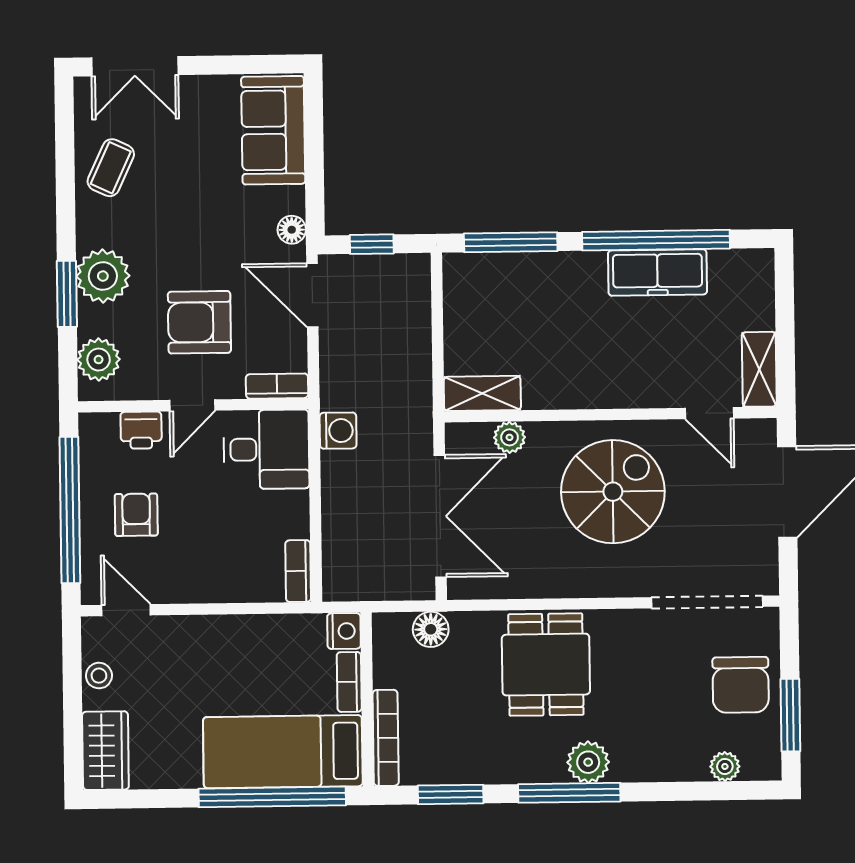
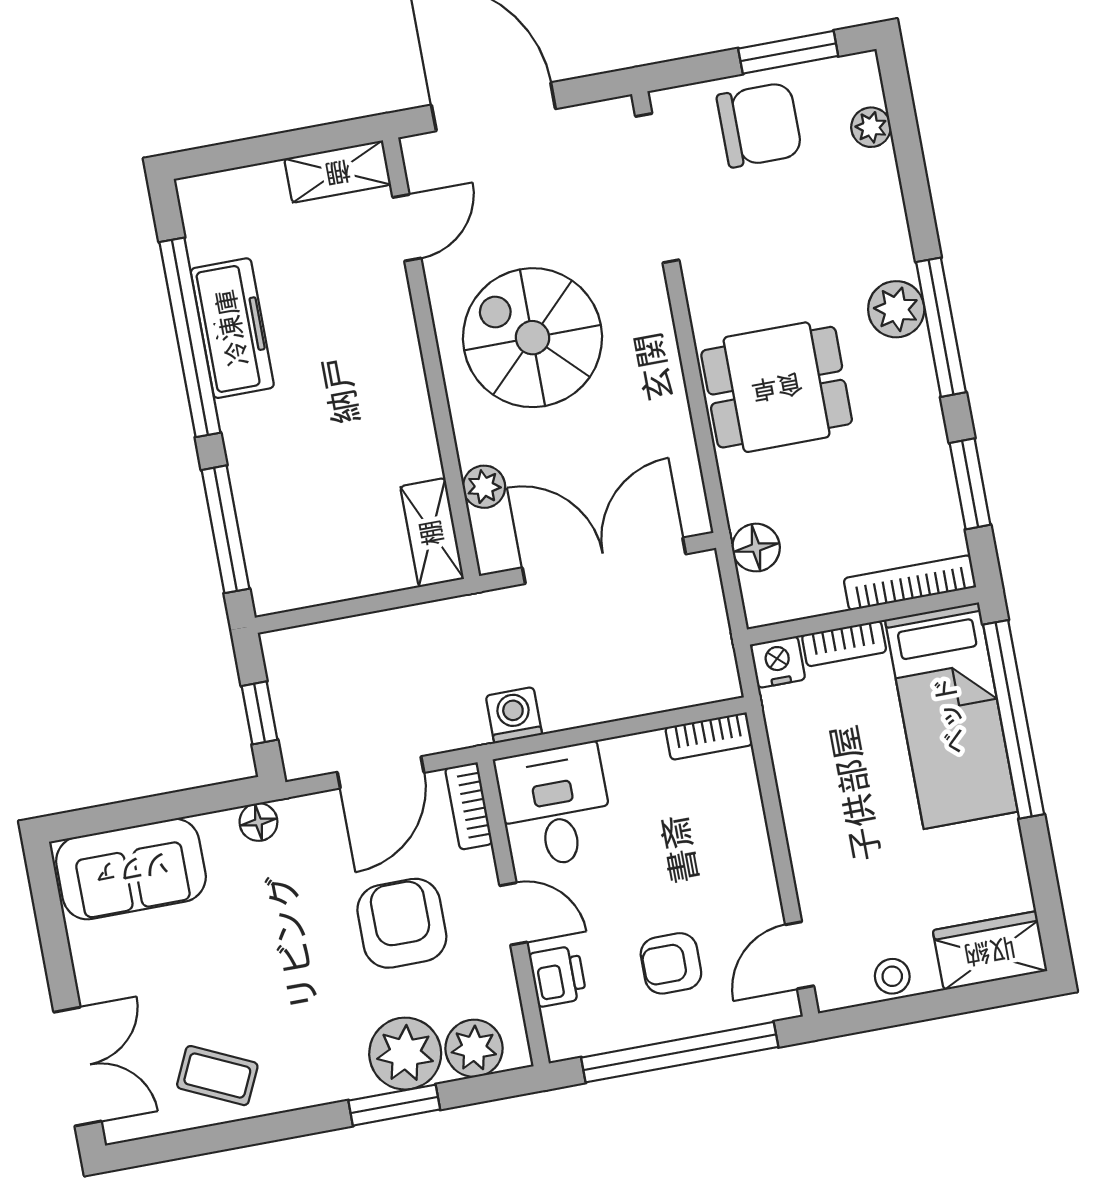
plant: (103, 276) -> (405, 1054), moved
door: (312, 295) -> (381, 772), moved
armchair: (199, 322) -> (402, 923), turned 180

